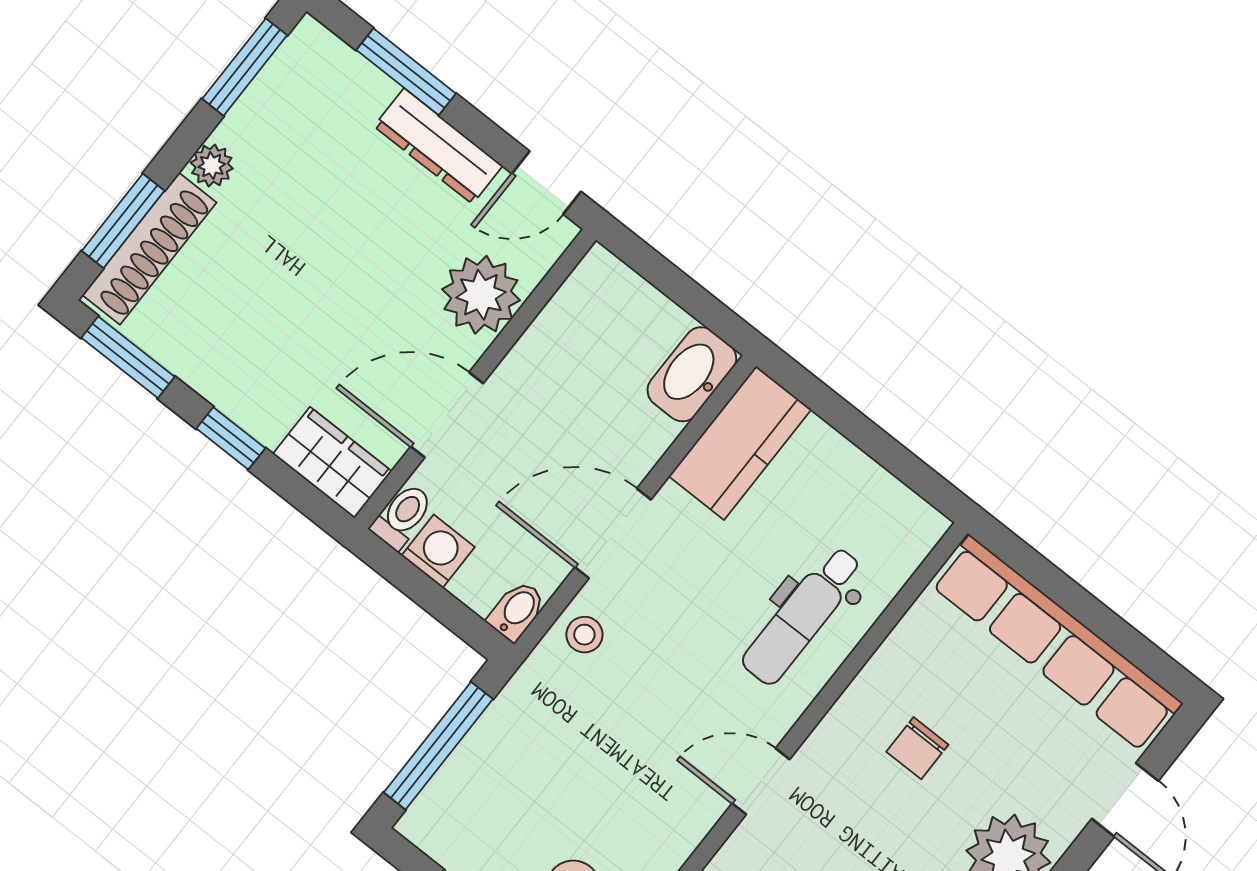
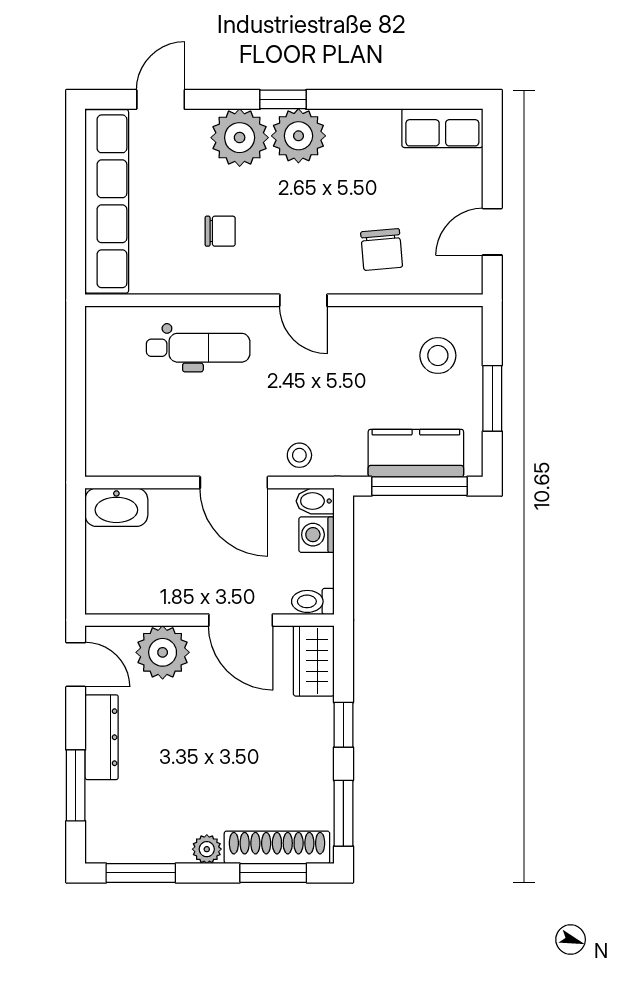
kitchen counter: (740, 443) -> (416, 453), moved
washing machine: (438, 551) -> (316, 535), moved

